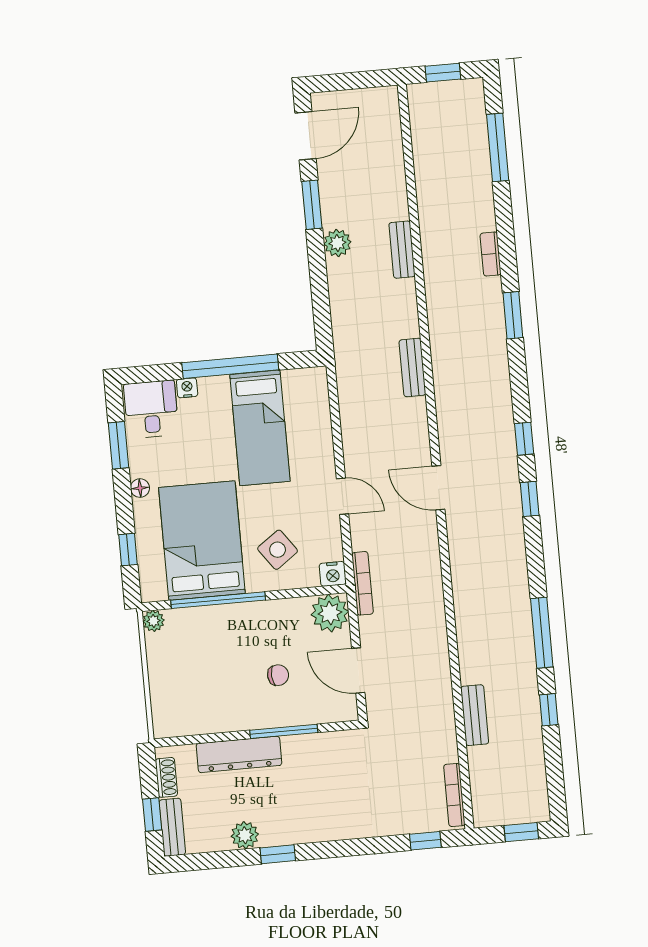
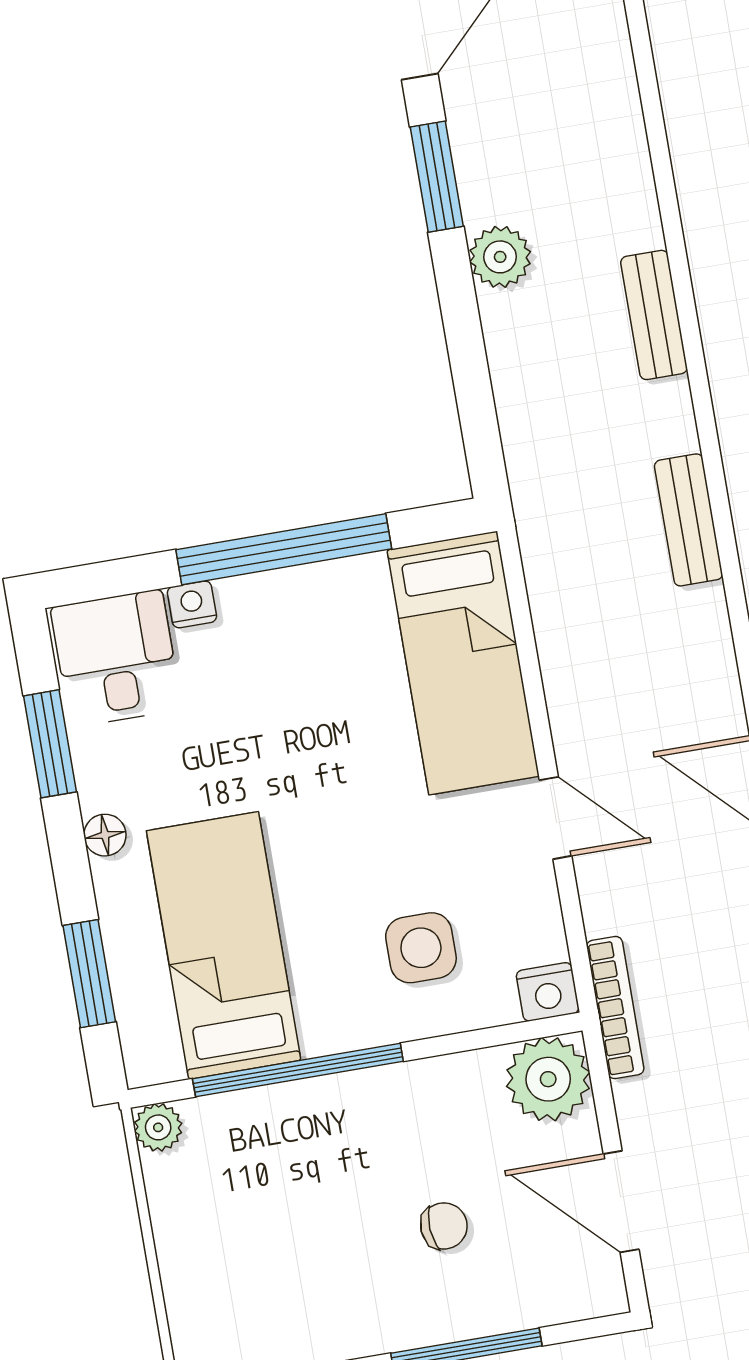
bench: (402, 250) -> (654, 315), moved
bed: (260, 428) -> (463, 663), moved
bed: (202, 541) -> (224, 945), width x0.67
window: (128, 550) -> (89, 974), width x1.50
side table: (278, 550) -> (421, 948), turned 36

